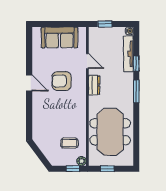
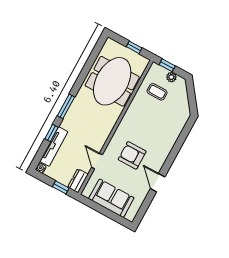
armchair: (62, 81) -> (132, 155), turned 180
door: (29, 83) -> (158, 183), moved
dresser: (94, 85) -> (78, 181), moved
plant: (82, 161) -> (171, 77), moved

